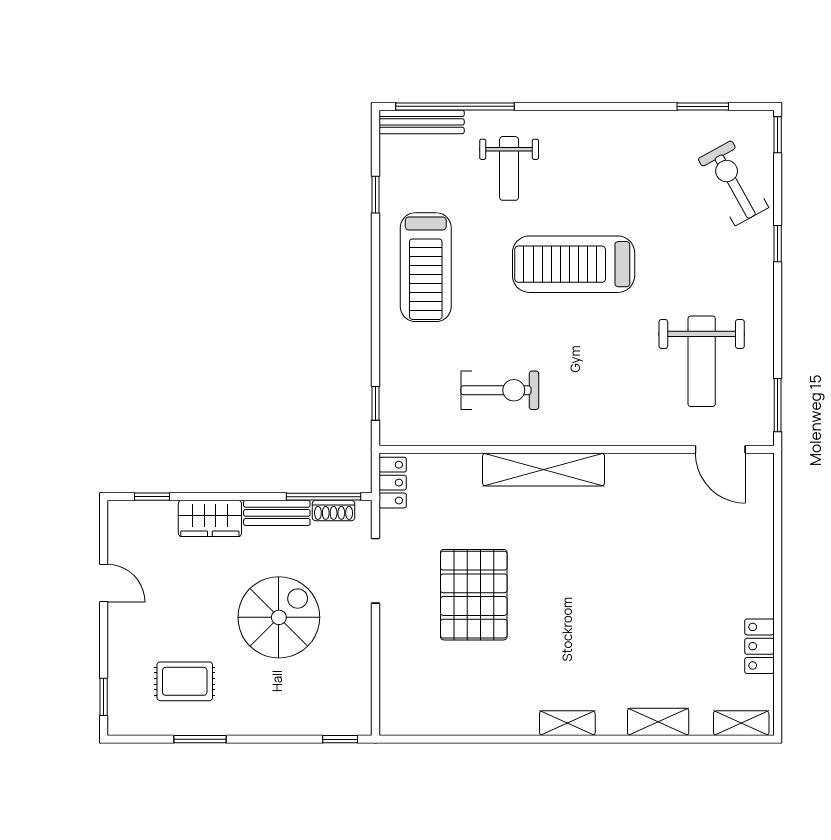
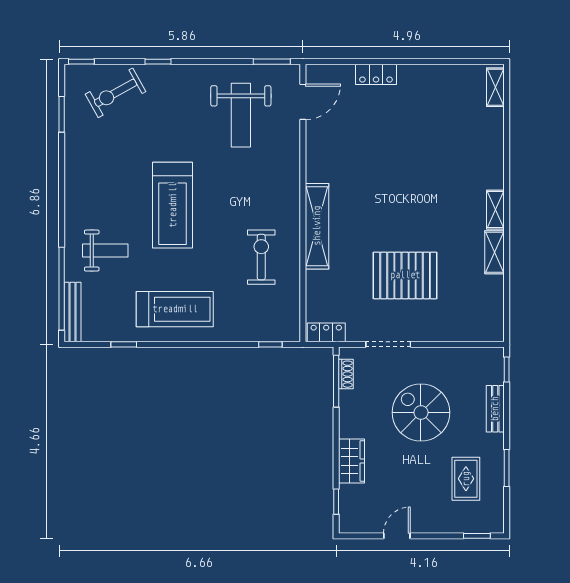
weight bench: (702, 361) -> (241, 115), turned 90
bench: (277, 513) -> (495, 409), moved
locker: (759, 646) -> (376, 74), moved
shelving: (658, 722) -> (494, 252), moved

